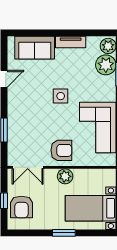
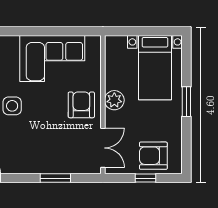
armchair: (21, 207) -> (153, 156), turned 180

